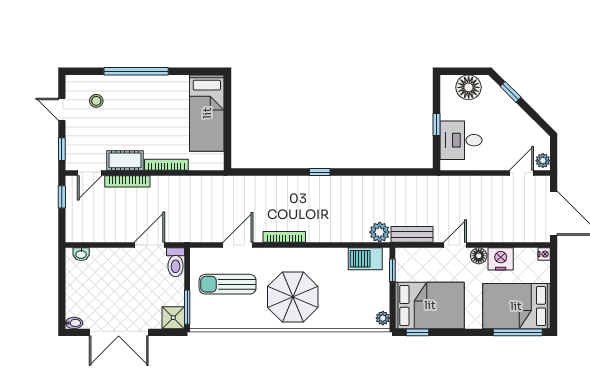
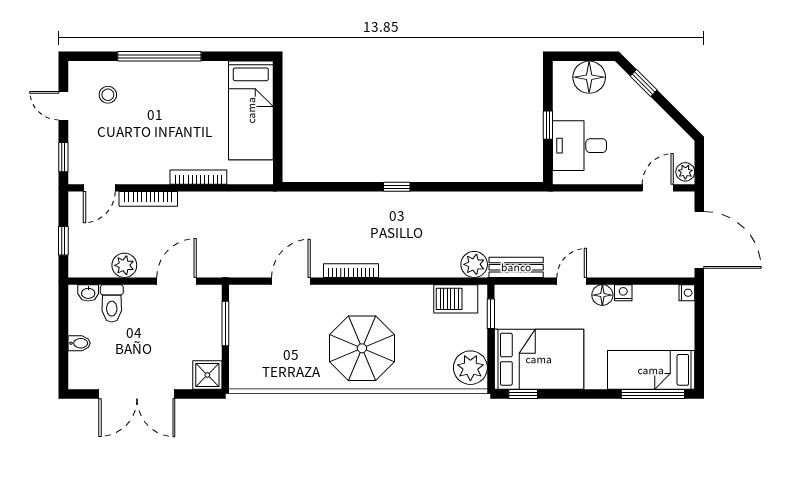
cot: (125, 160) -> (145, 172), removed
window: (62, 197) -> (63, 241), moved
plant: (109, 233) -> (124, 265), added
nightstand: (501, 259) -> (623, 293), width x0.53, depth x0.56
toilet: (176, 262) -> (112, 303), moved
sun lounger: (228, 284) -> (278, 332), removed
bed: (516, 306) -> (651, 370), width x0.67
window: (187, 307) -> (225, 323), moved
plant: (383, 318) -> (470, 368), width x1.88, depth x1.88
bidet: (74, 323) -> (79, 343), moved

